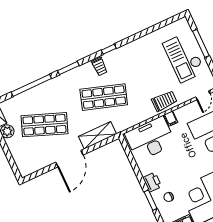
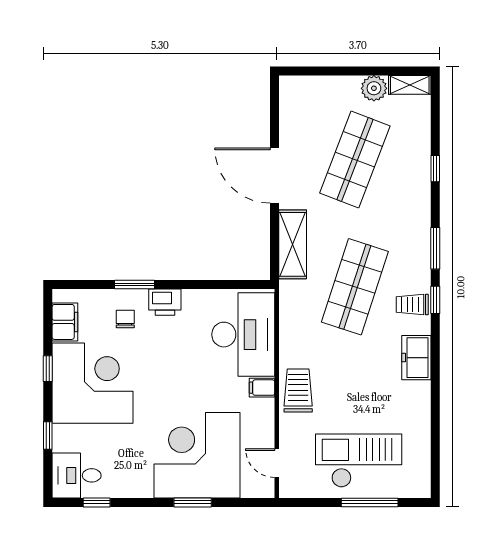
window: (109, 49) -> (435, 300), moved
freezer: (123, 53) -> (416, 358), added
window: (31, 85) -> (435, 169), width x0.32
trolley: (164, 101) -> (298, 391), turned 180

